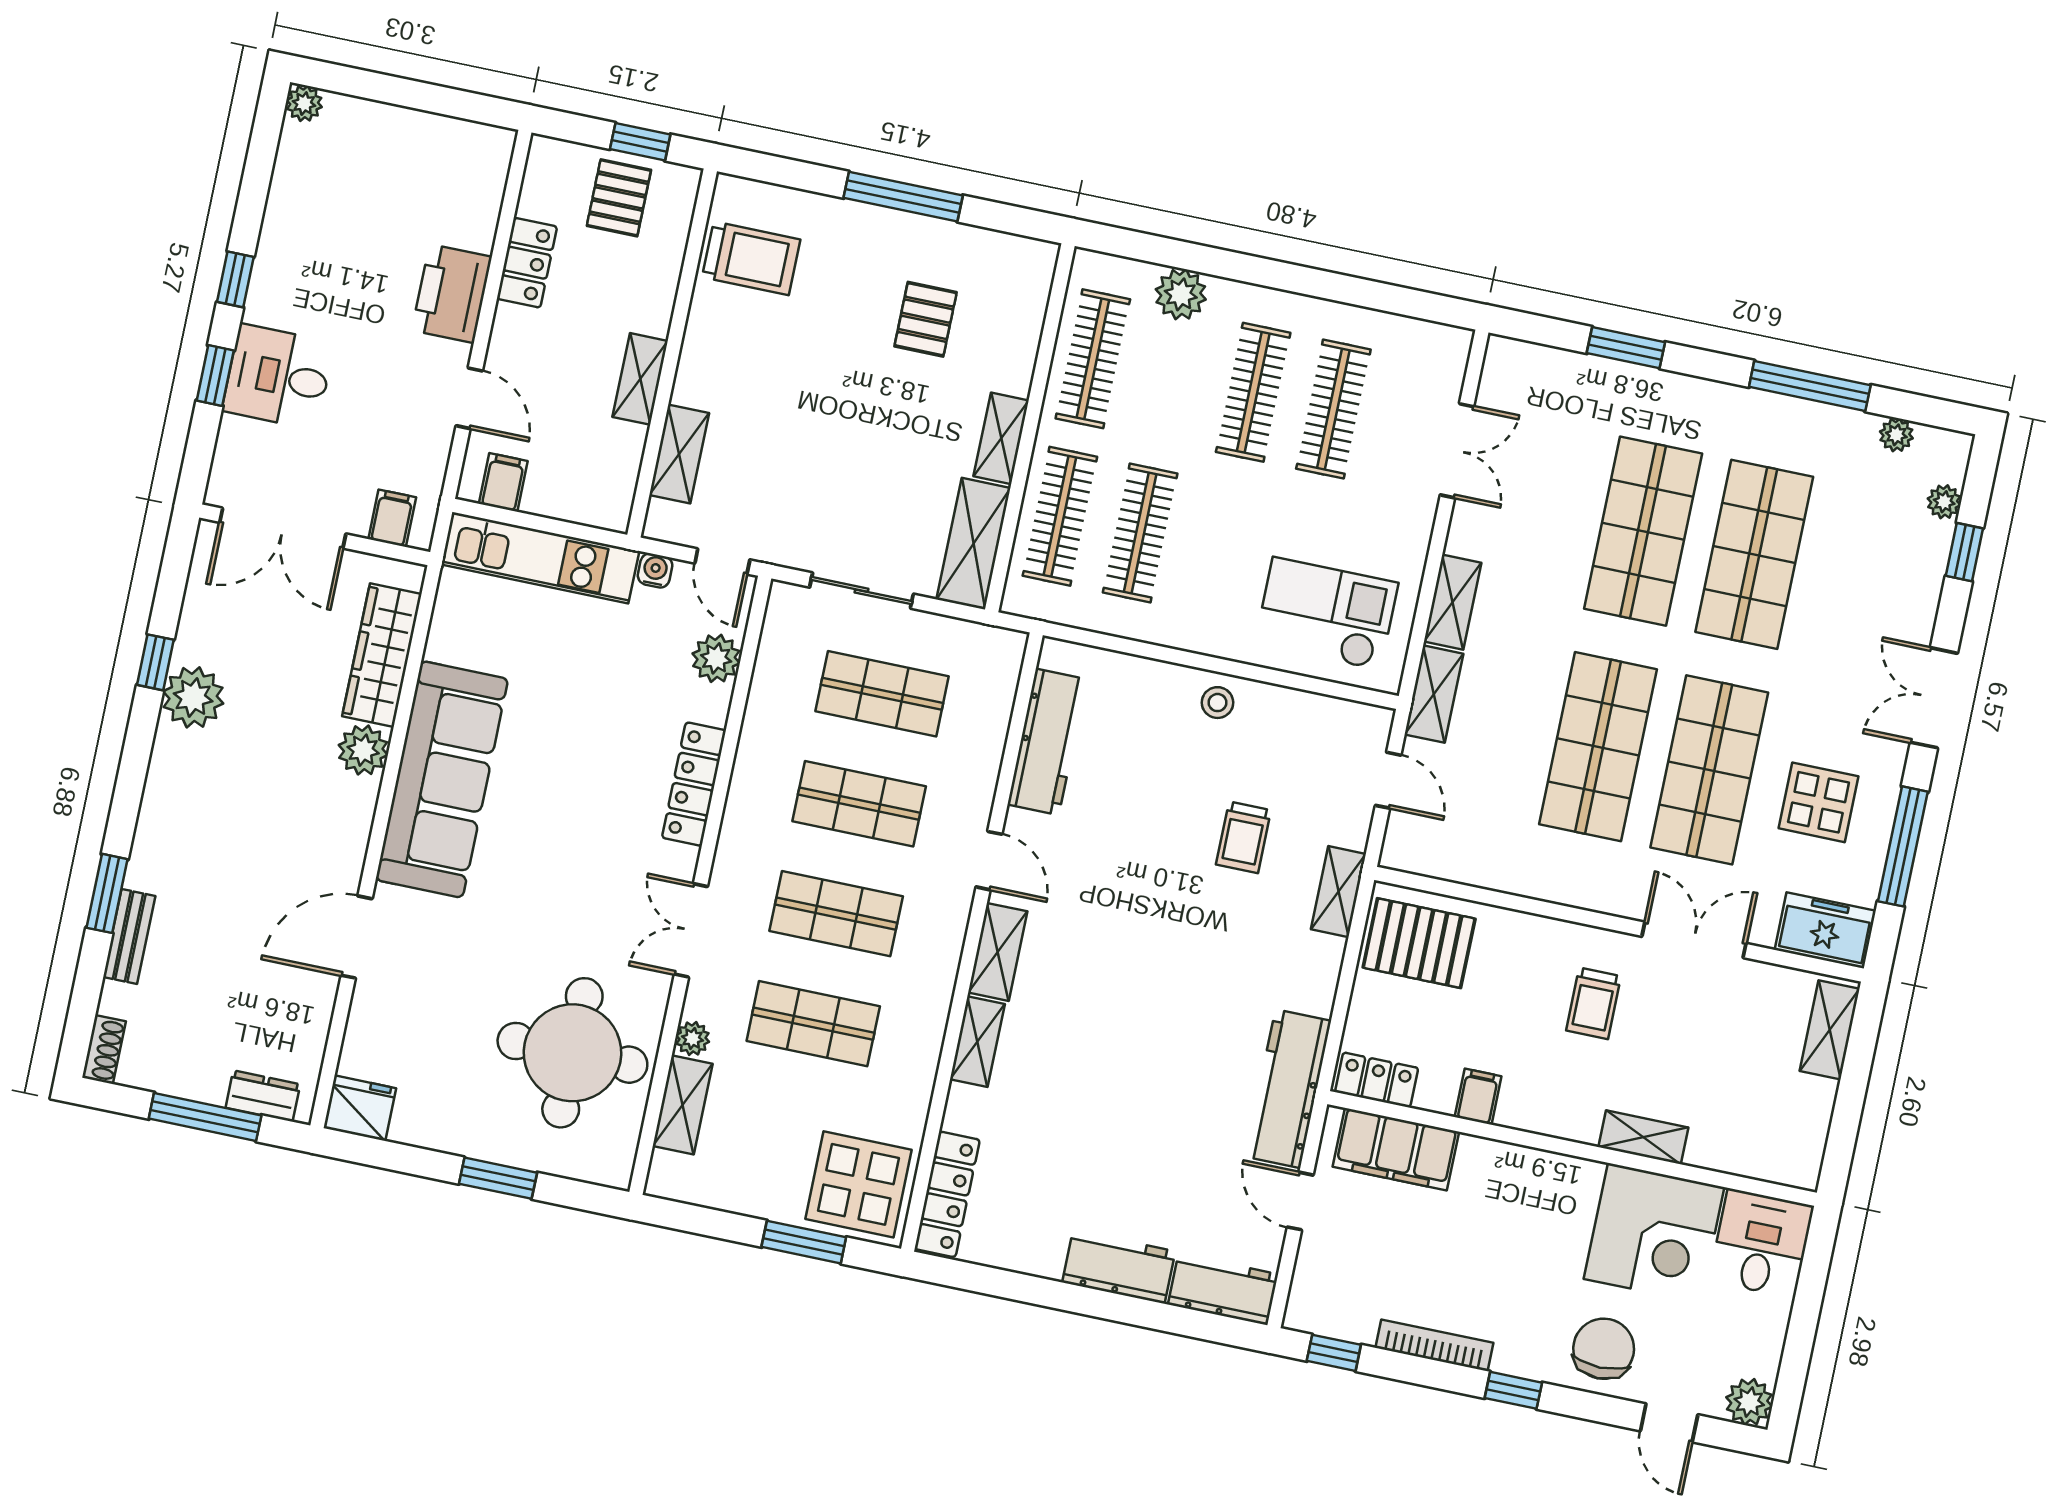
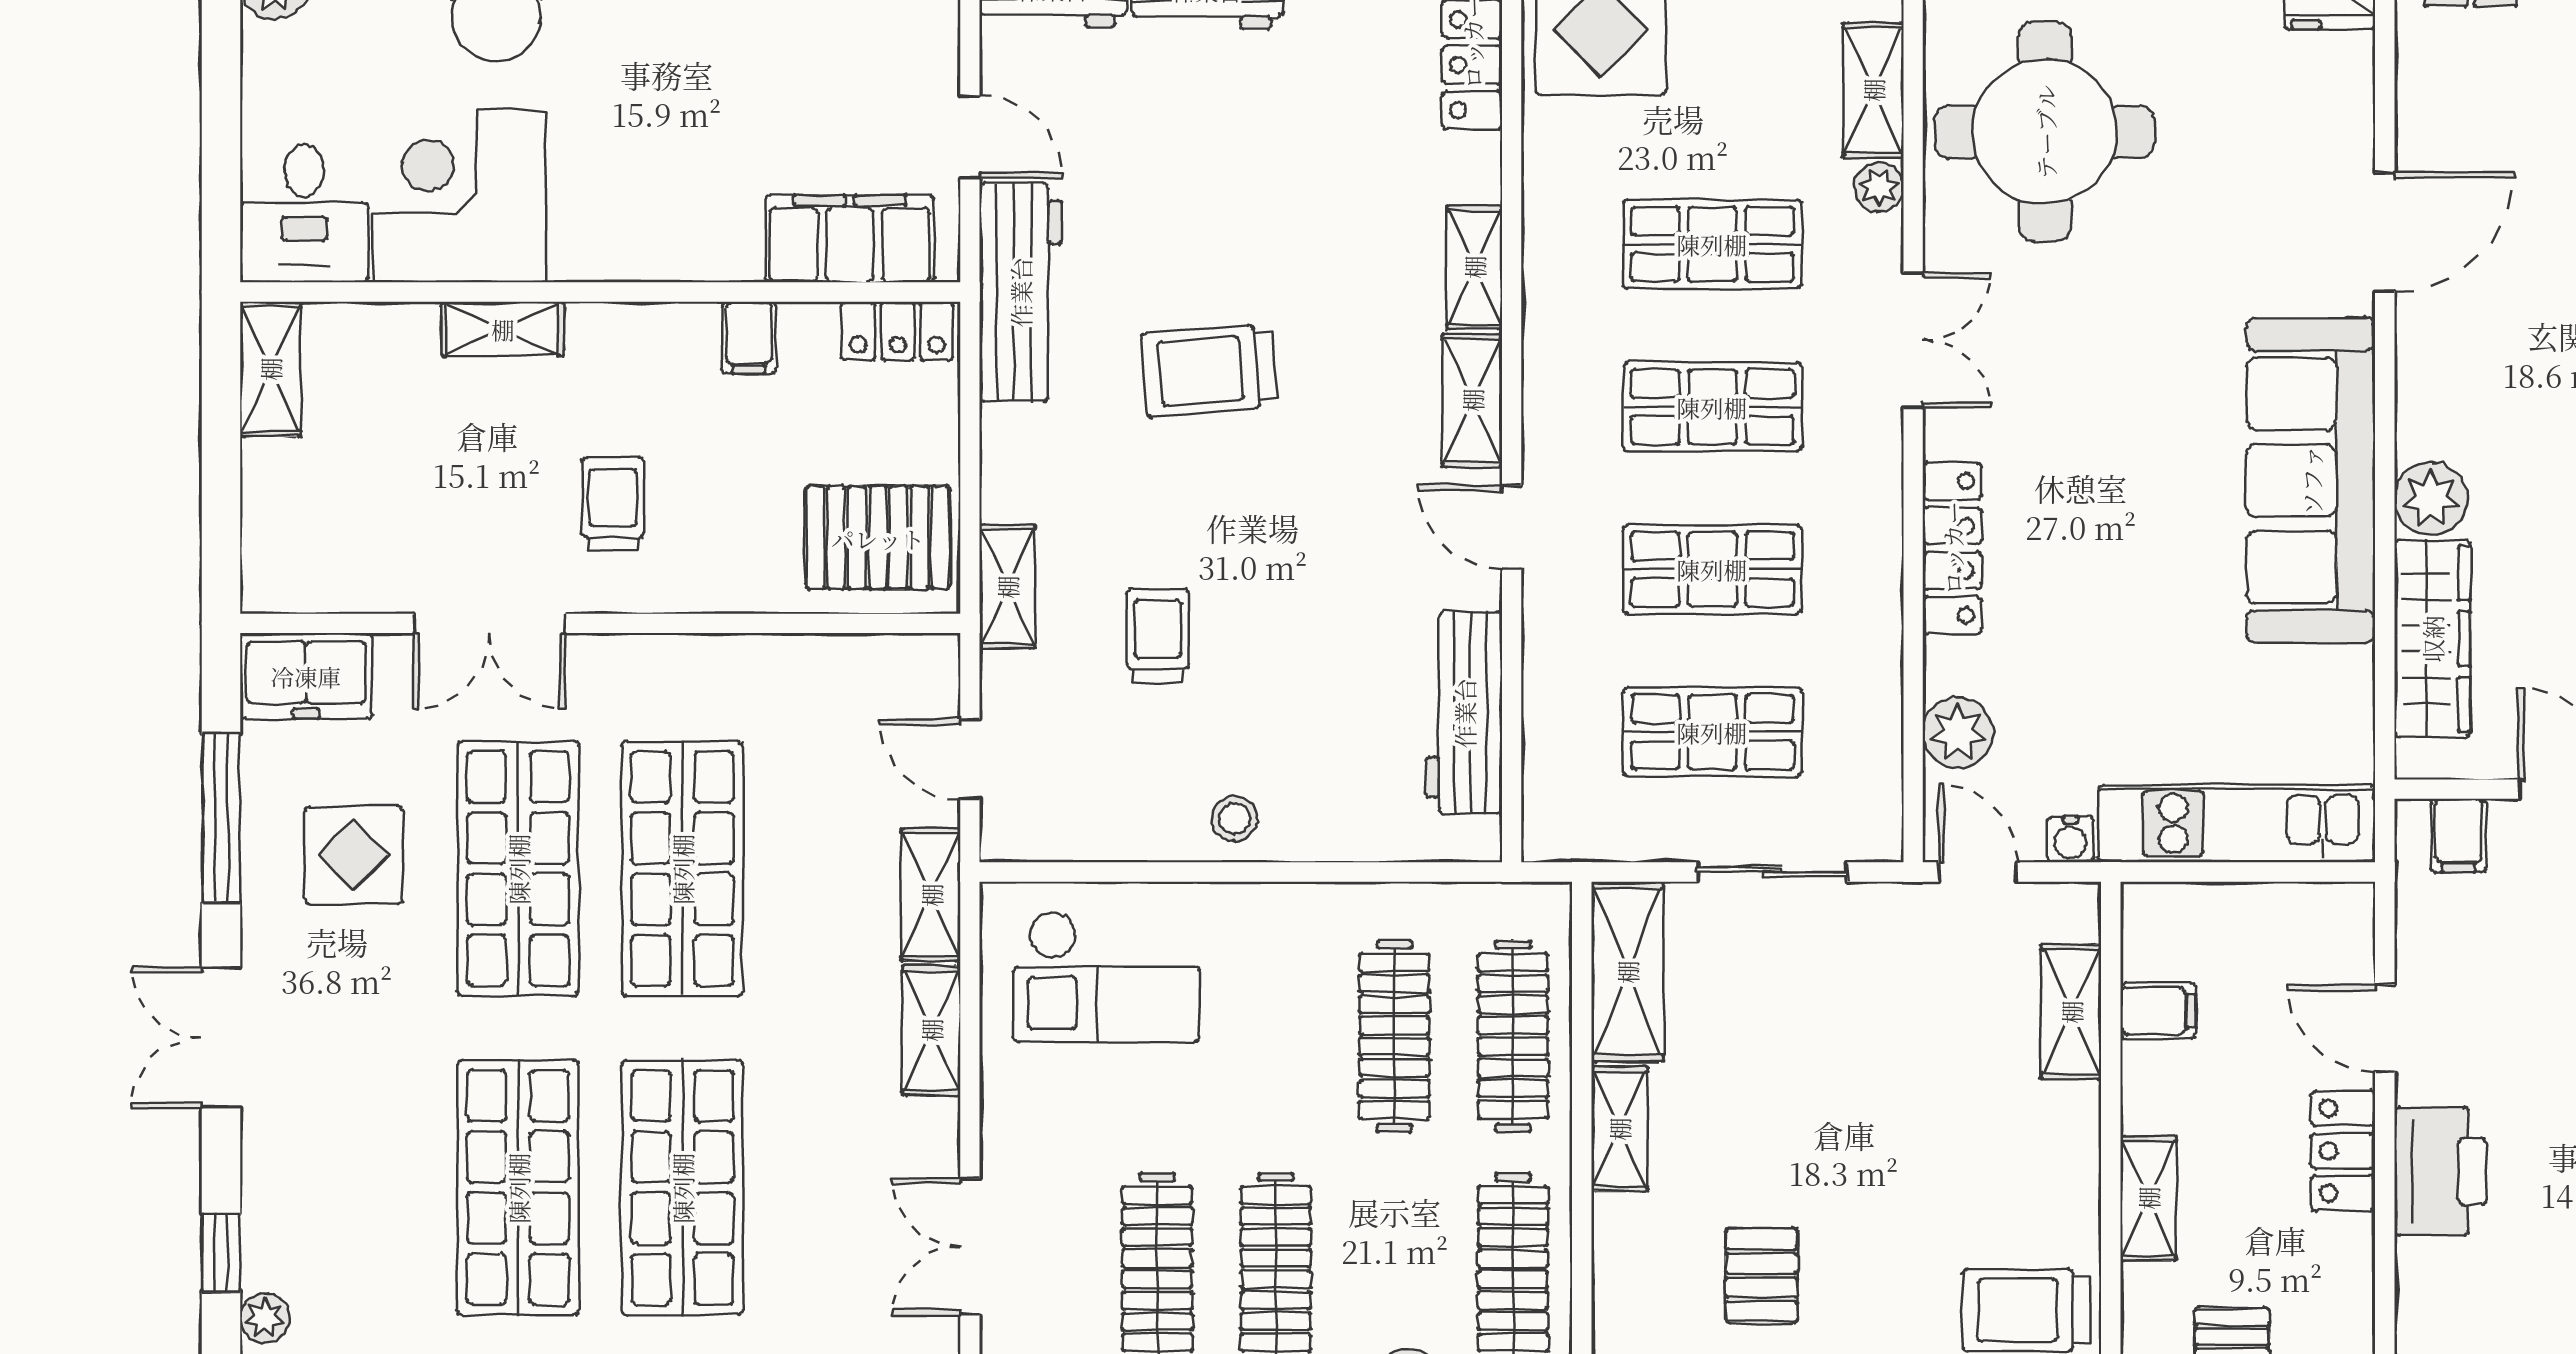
locker: (527, 263) -> (2343, 1151), moved
shelving: (640, 379) -> (2148, 1198), moved
filing cabinet: (503, 482) -> (2158, 1011), moved, turned -90
double door: (1934, 698) -> (221, 1037), swing flipped
trolley: (1171, 1009) -> (1210, 370), added
shelving: (1830, 1030) -> (270, 369), moved

